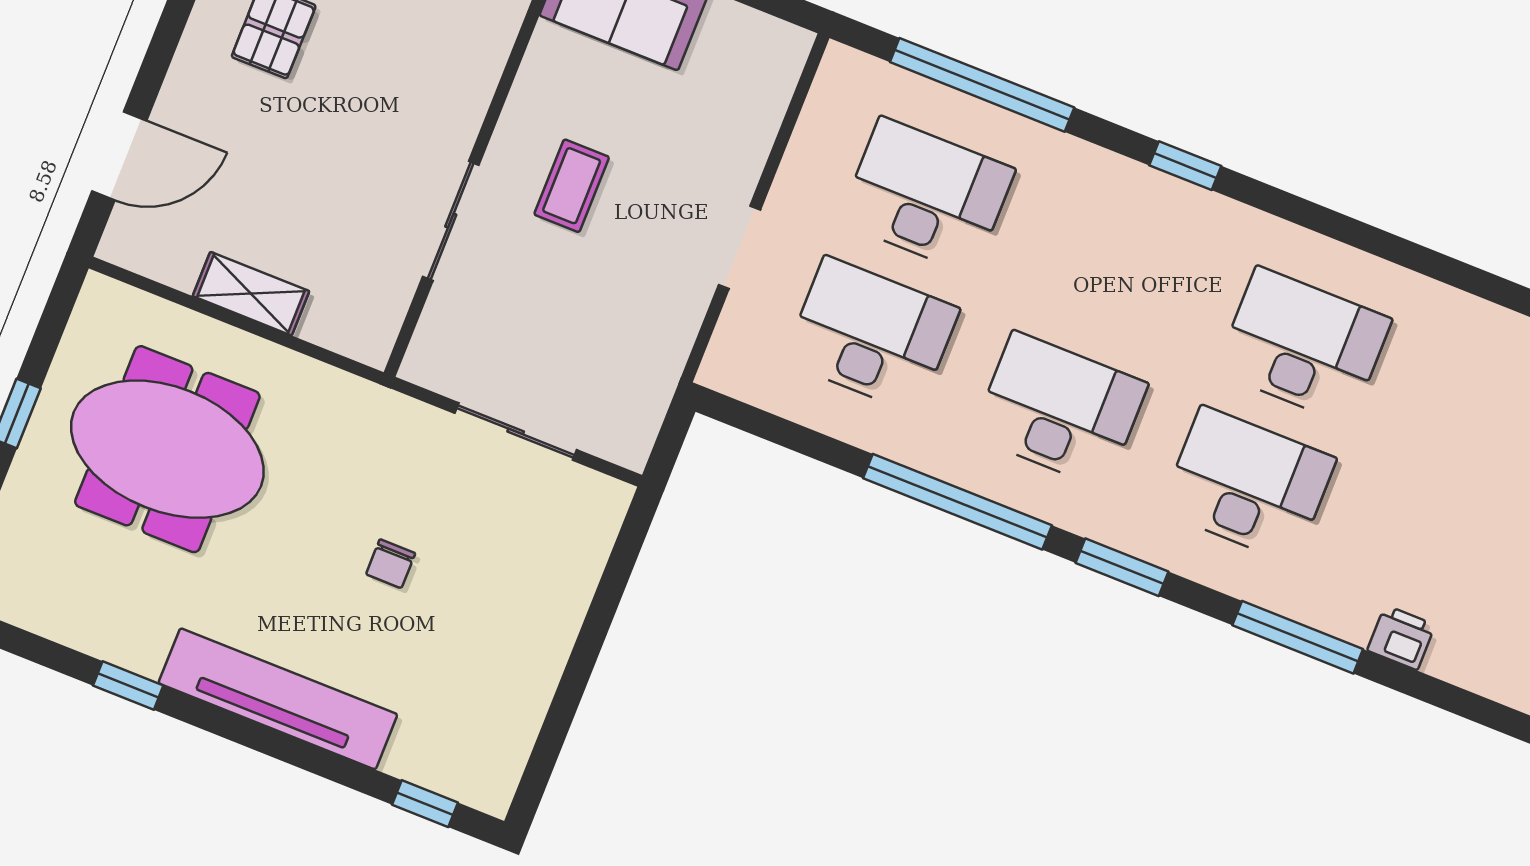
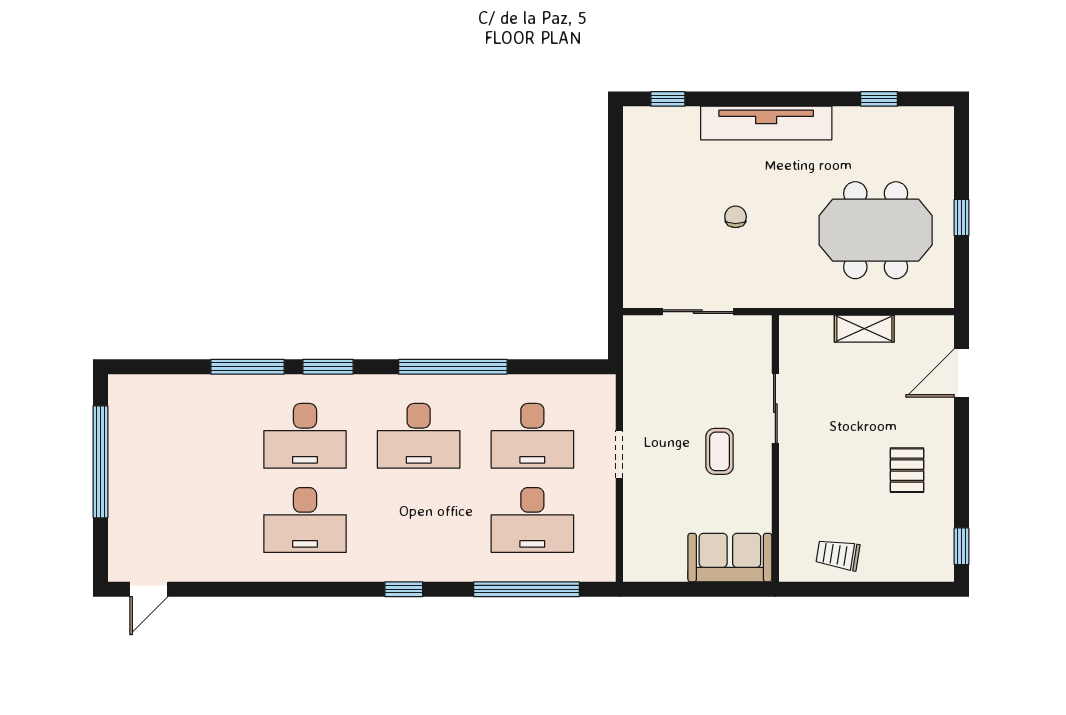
window: (1122, 567) -> (328, 367), moved
printer: (1401, 638) -> (193, 388), removed
window: (128, 686) -> (879, 99), moved

